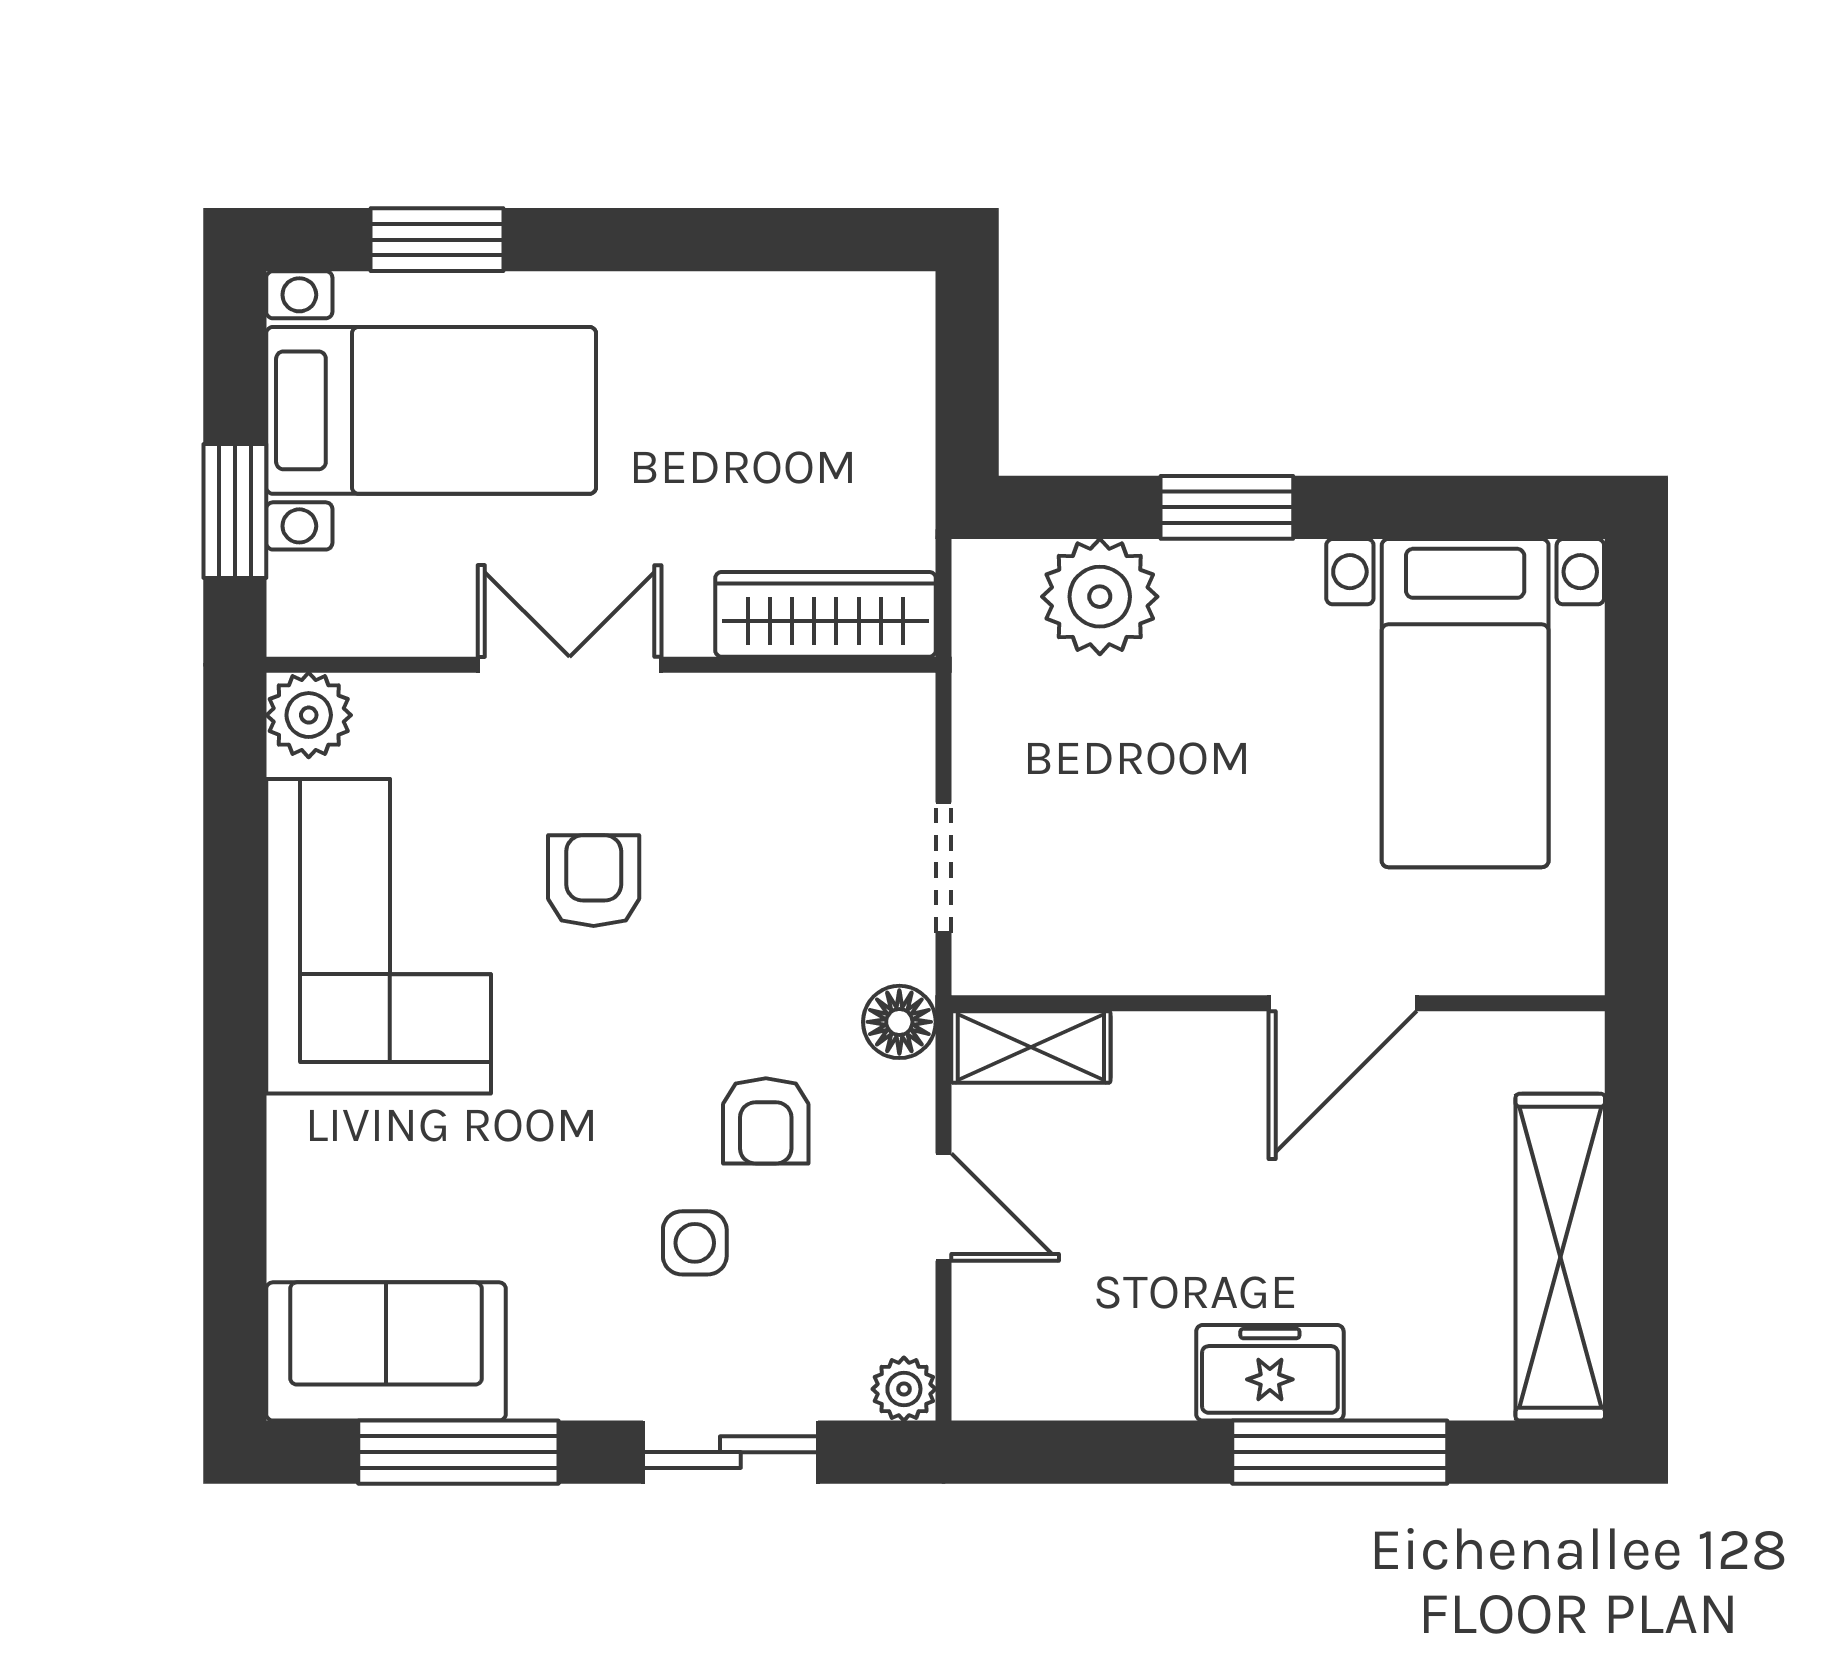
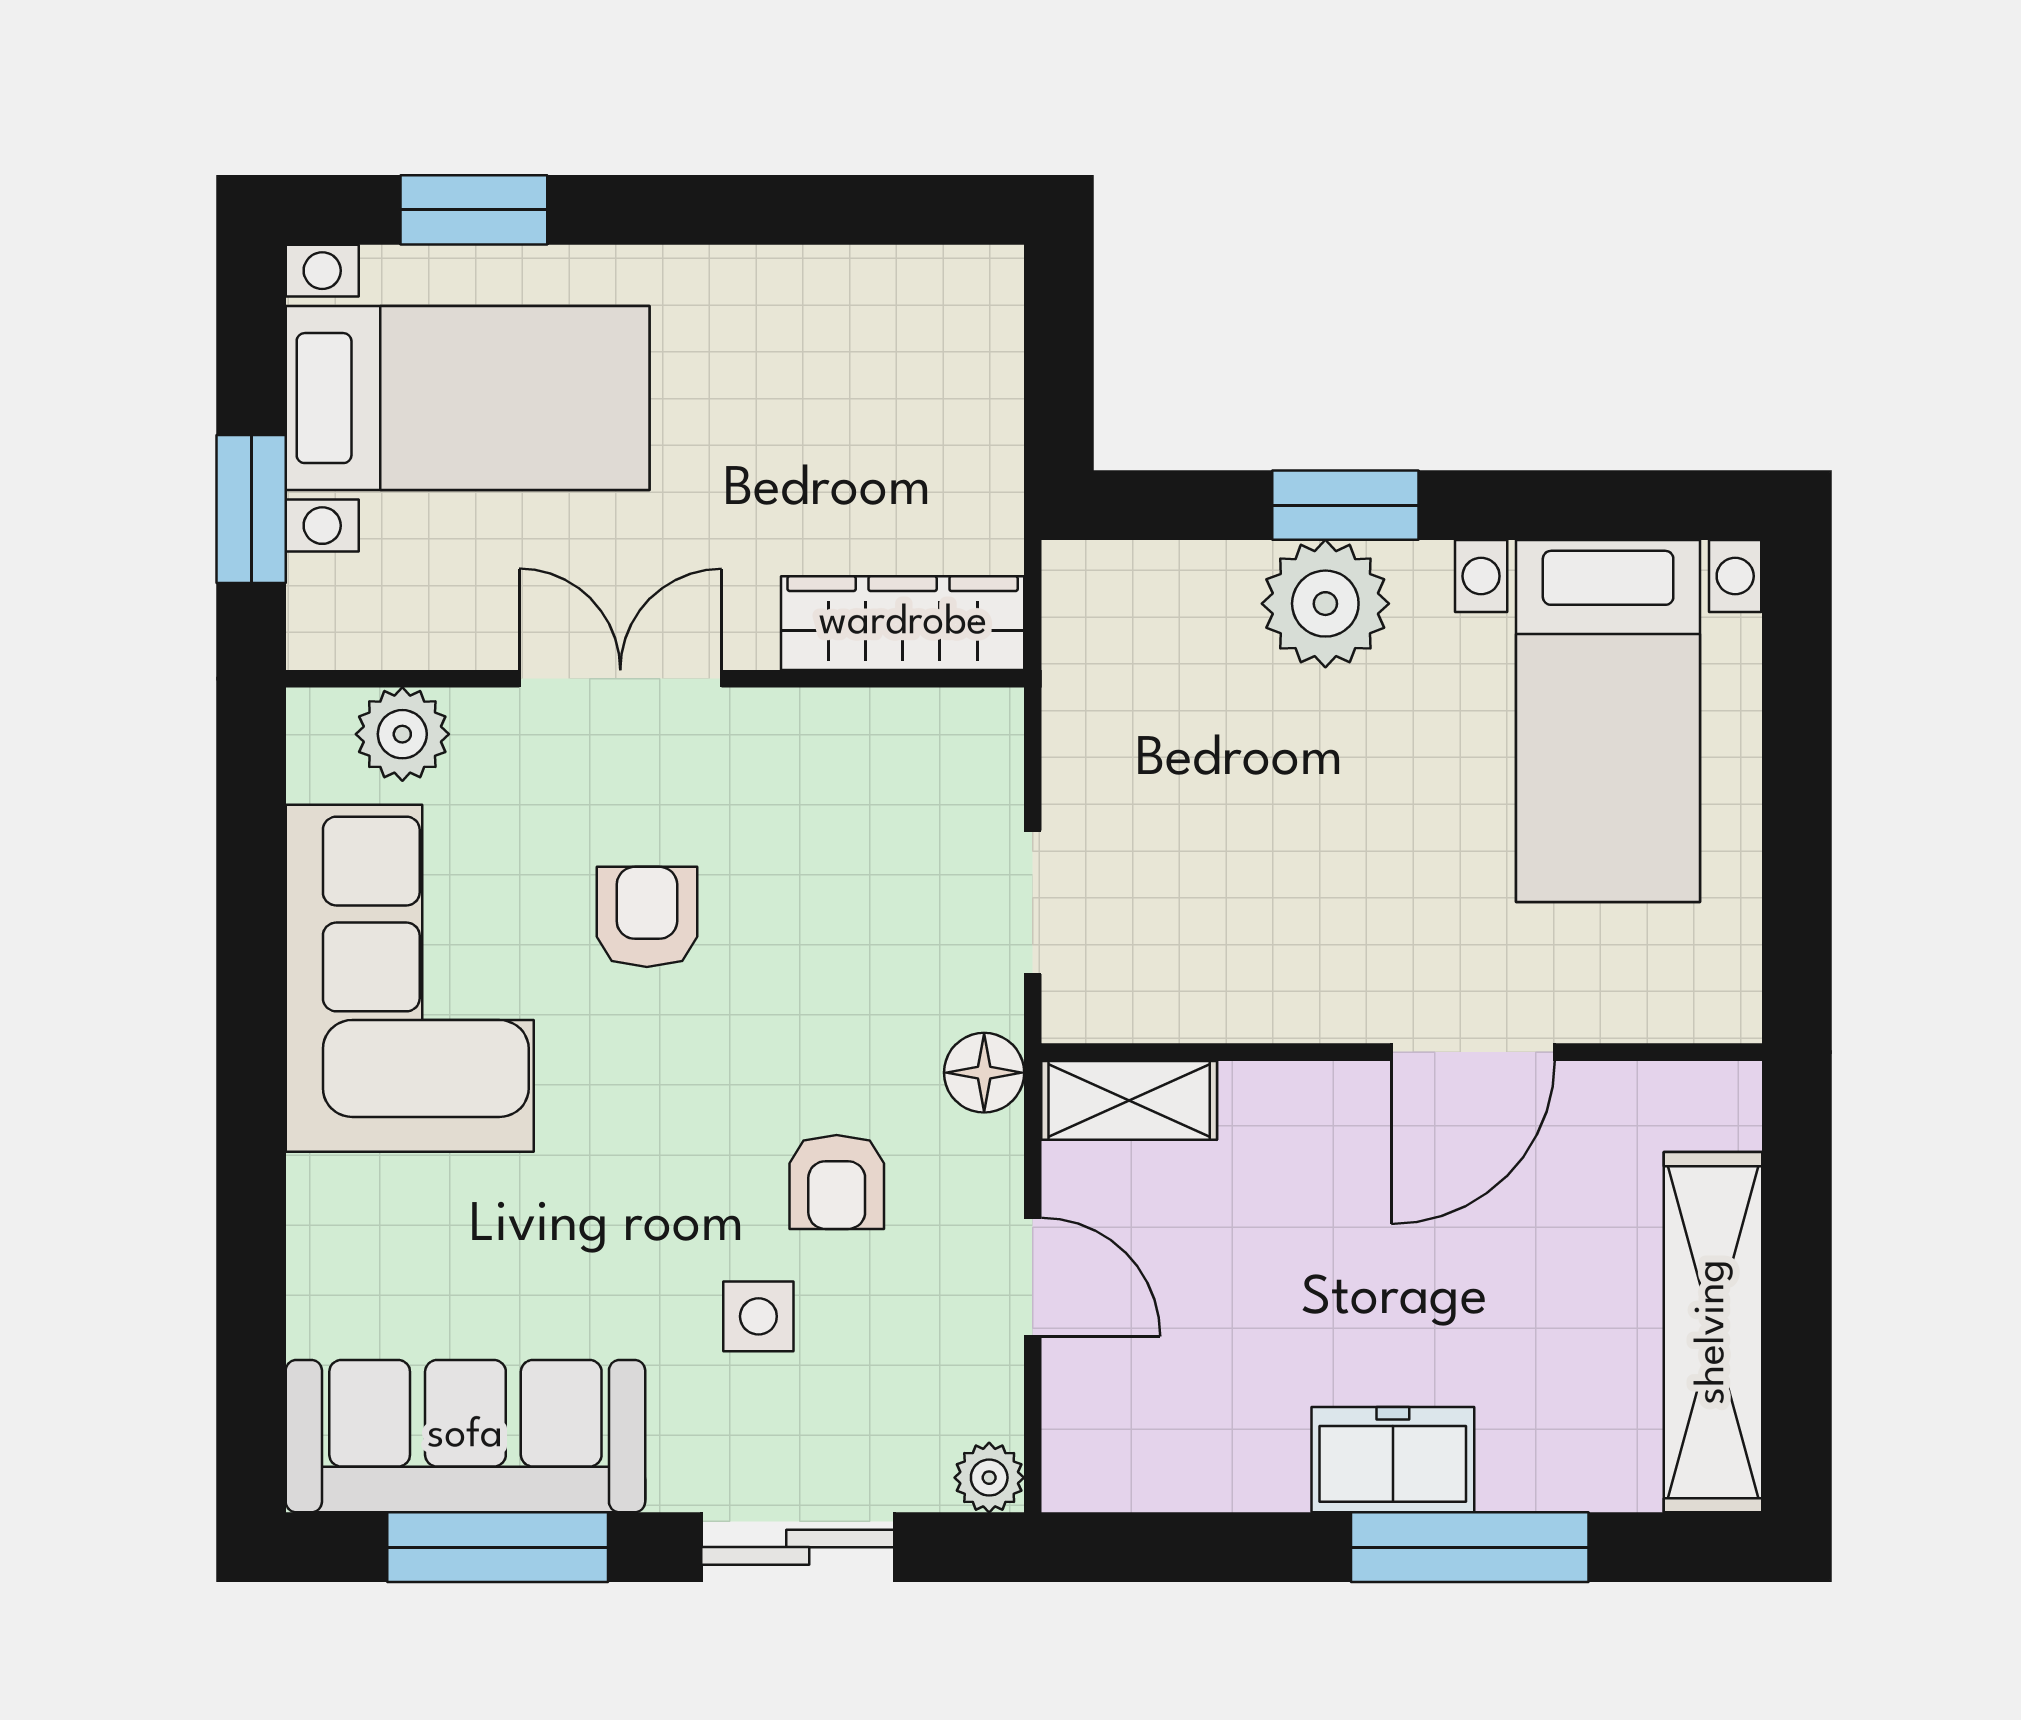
plant: (1100, 597) -> (1325, 604), moved
plant: (309, 715) -> (402, 734), moved
sofa: (386, 1351) -> (465, 1436), width x1.36

